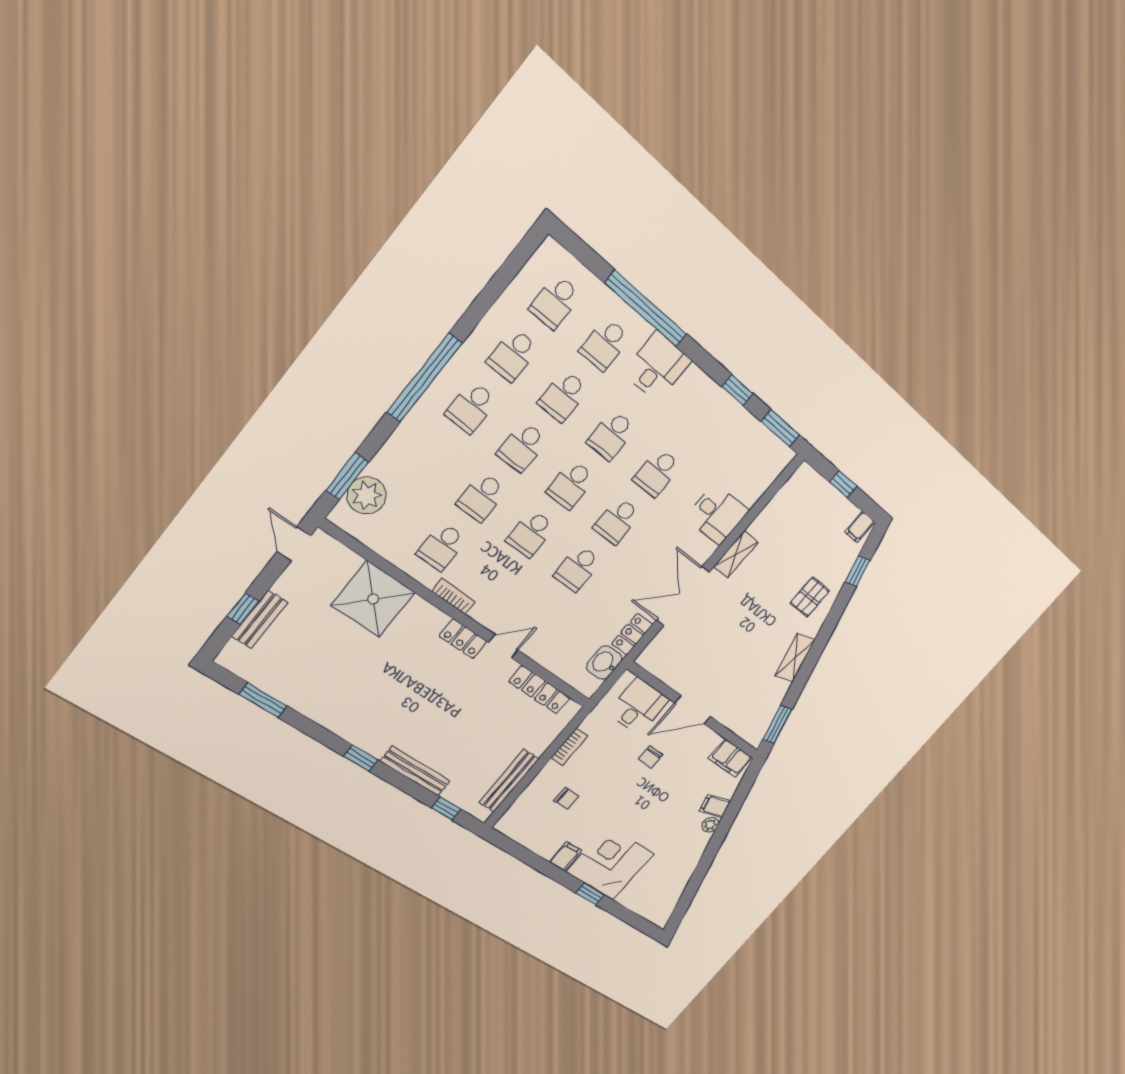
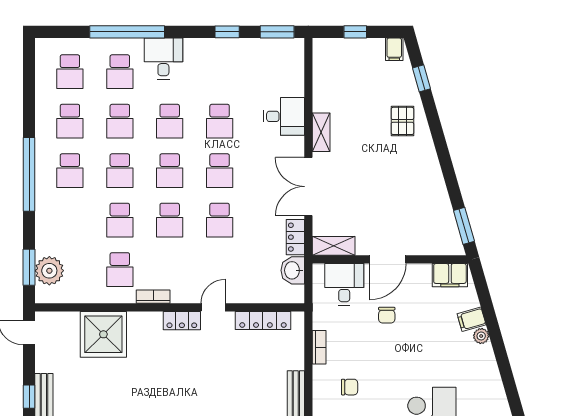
shelving: (795, 658) -> (334, 246), moved, turned -74

